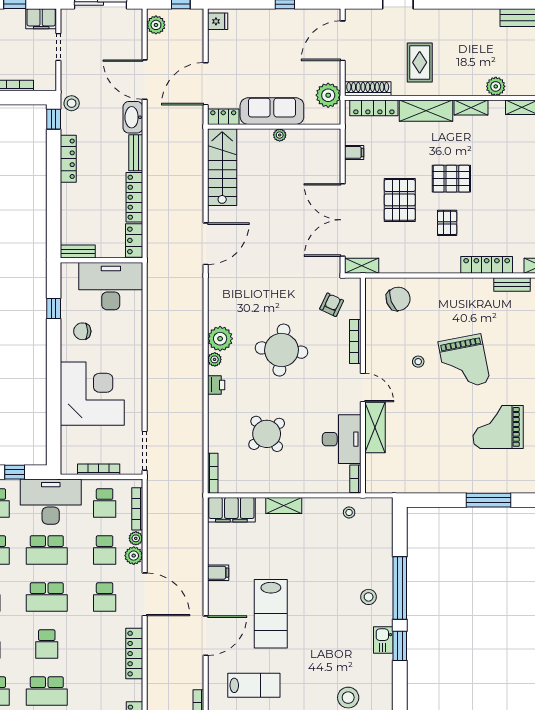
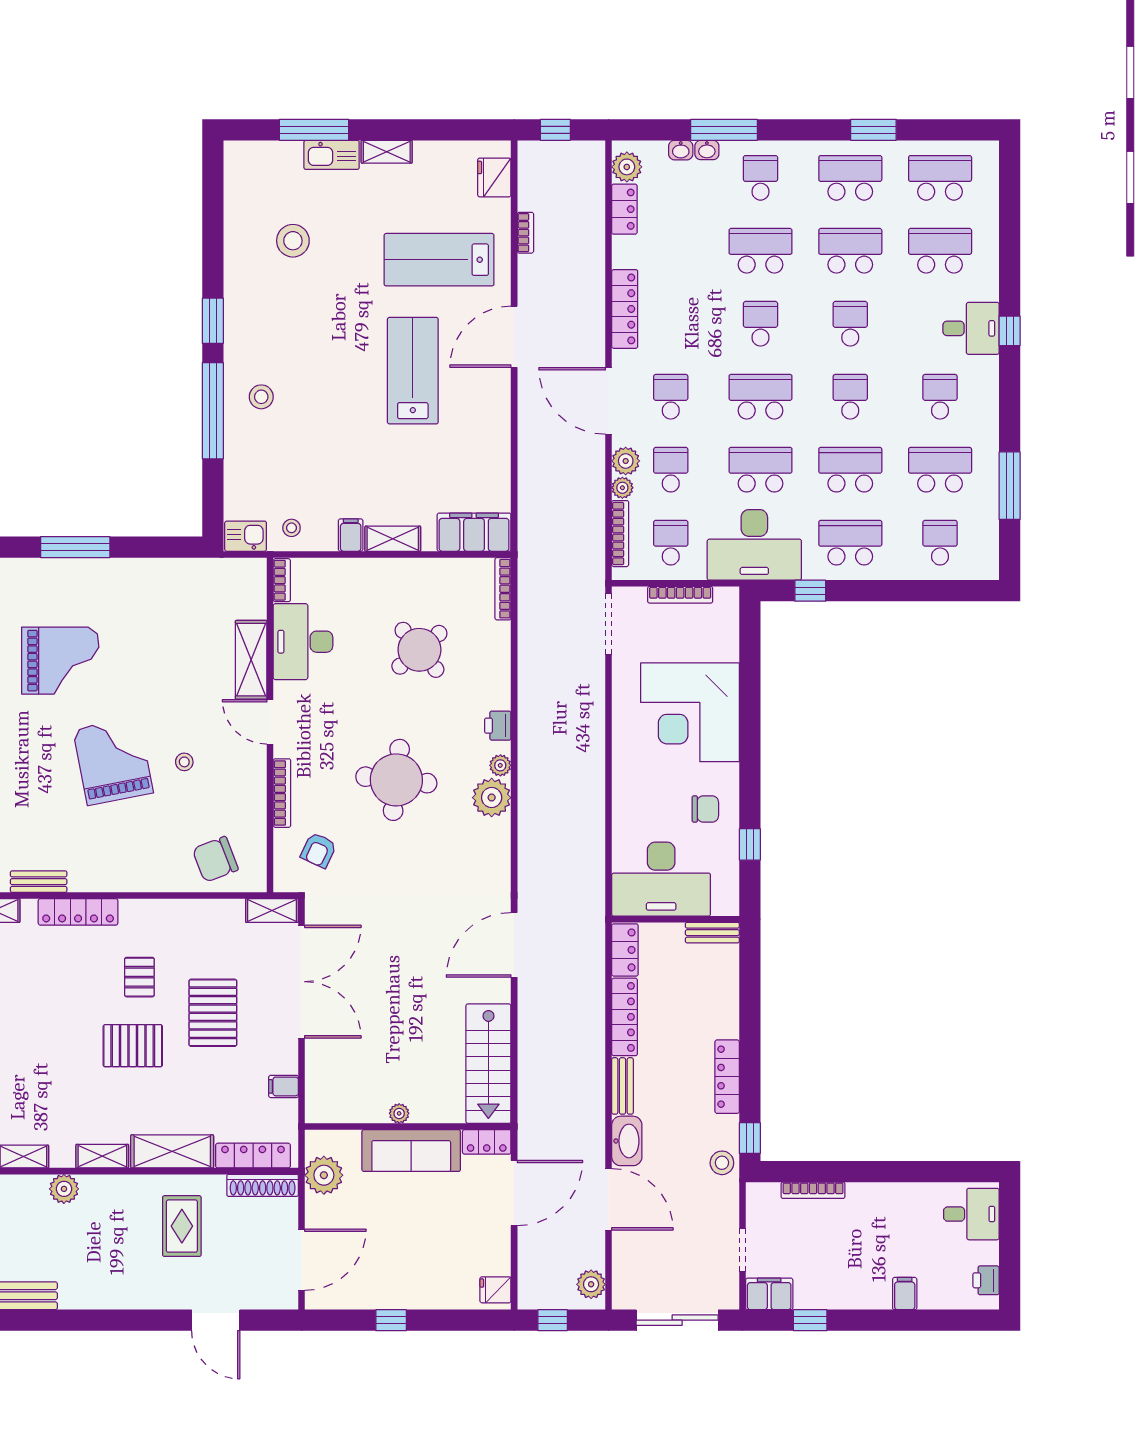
filing cabinet: (218, 573) -> (351, 535), moved, turned 90
kitchen sink: (383, 640) -> (246, 536), moved, turned -90
lab bench: (254, 685) -> (439, 260), width x1.36, depth x1.39

